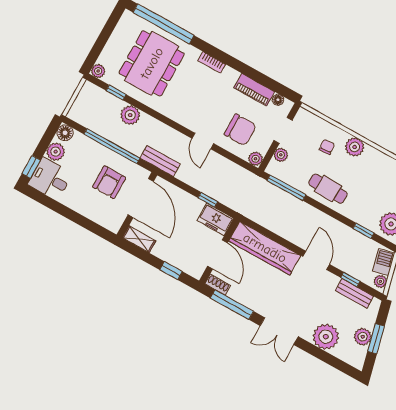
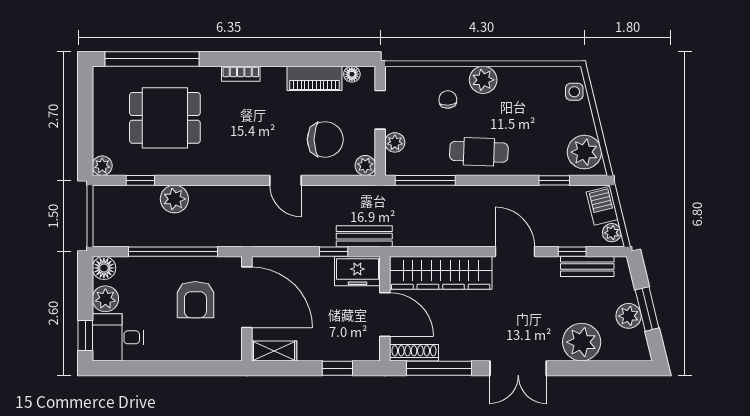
dining table: (152, 63) -> (165, 118), width x0.73
bench: (160, 161) -> (364, 236), moved
shoe rack: (218, 285) -> (414, 353), width x1.43

